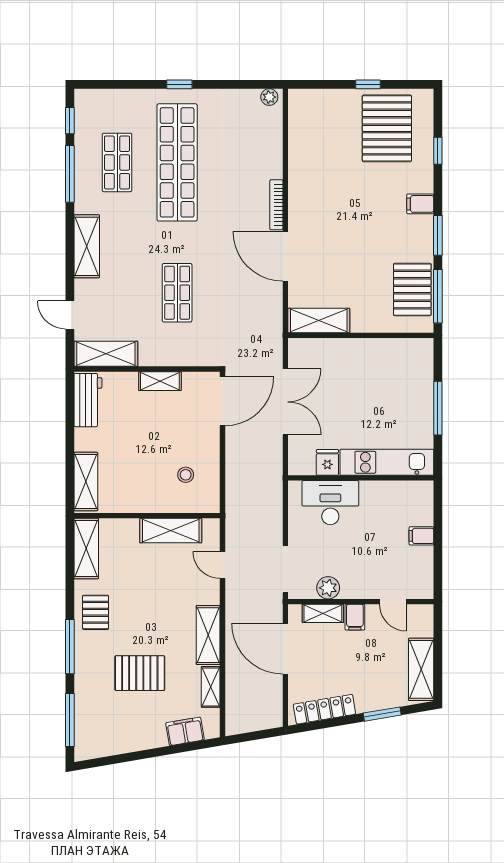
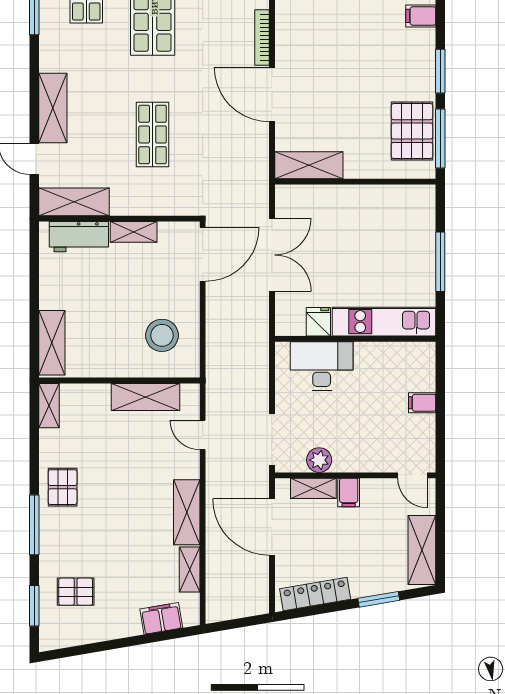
filing cabinet: (420, 204) -> (421, 16), moved
shelving: (87, 246) -> (53, 108), moved
workbench: (88, 400) -> (79, 237), moved, turned 90
stool: (186, 475) -> (162, 335), width x1.89, depth x1.89
shelving: (86, 549) -> (49, 406), width x0.67, depth x0.75
door: (393, 602) -> (412, 475), moved
pallet: (140, 673) -> (76, 592), moved, width x0.67, depth x0.71
window: (70, 720) -> (34, 606), width x0.69

